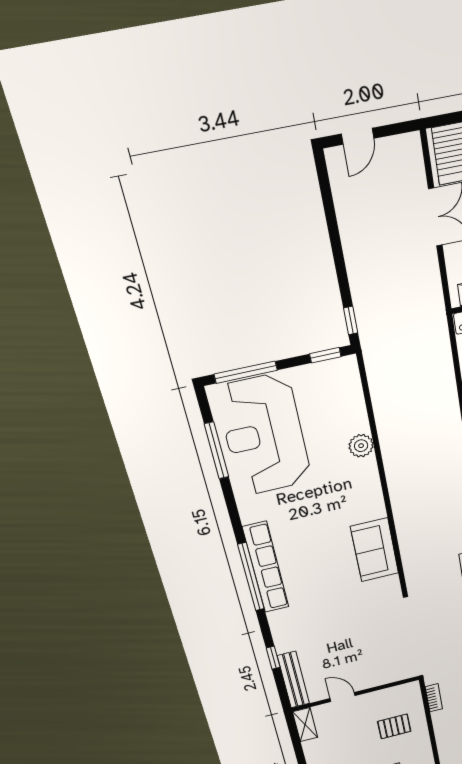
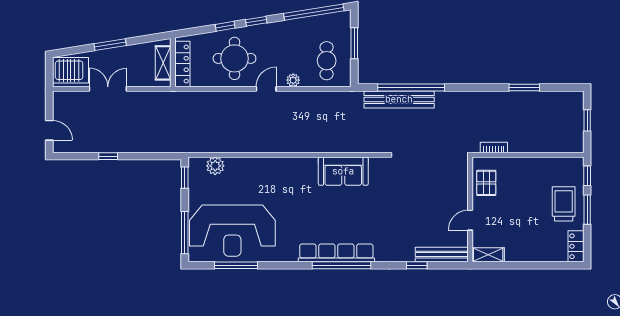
window: (351, 320) -> (108, 156), moved
plant: (361, 446) -> (215, 166), moved
pallet: (394, 726) -> (486, 183), moved

